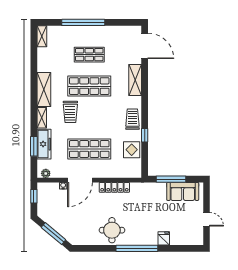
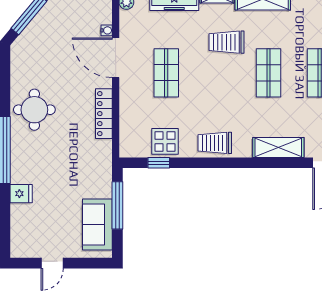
shop shelf: (89, 86) -> (268, 73), width x0.70, depth x0.74
trolley: (132, 119) -> (215, 143), turned 180
window: (145, 135) -> (159, 163), moved
shop shelf: (89, 149) -> (166, 73), width x0.70, depth x0.74

